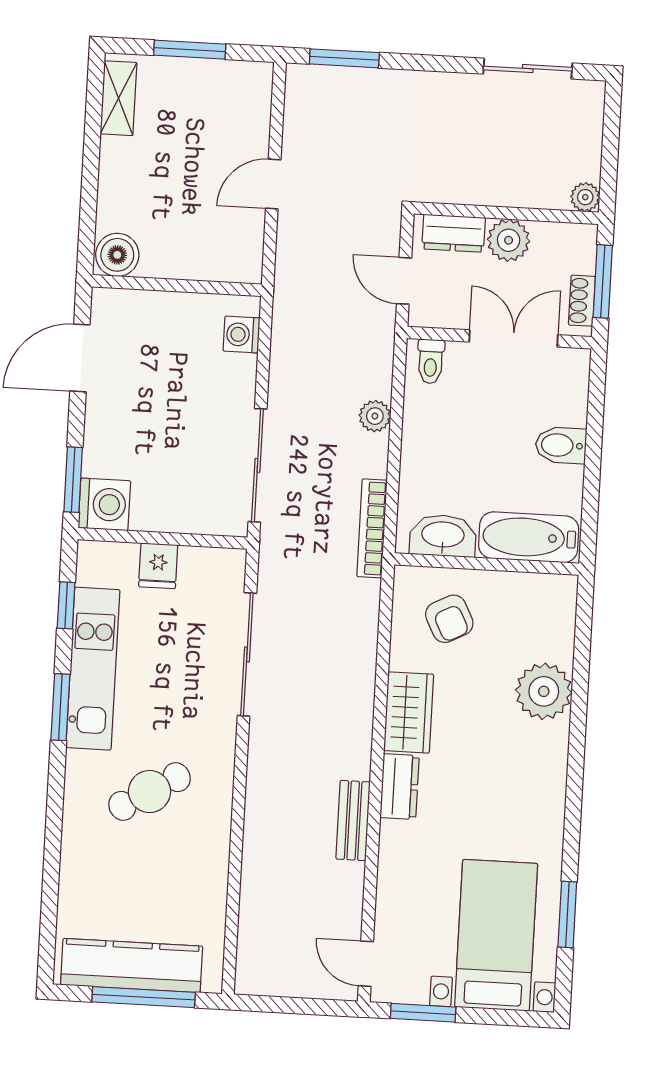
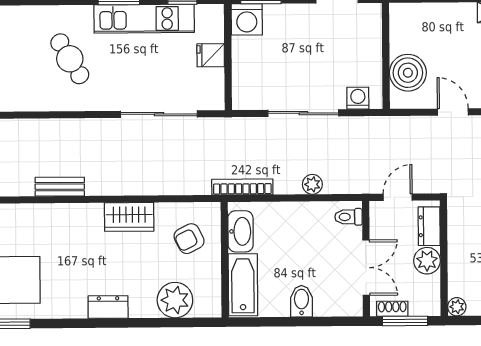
boiler: (117, 255) -> (408, 73), moved, width x1.37, depth x1.37
sliding door: (257, 465) -> (303, 113), moved
plant: (544, 691) -> (175, 300), moved
dresser: (399, 787) -> (108, 307), moved, turned 180

